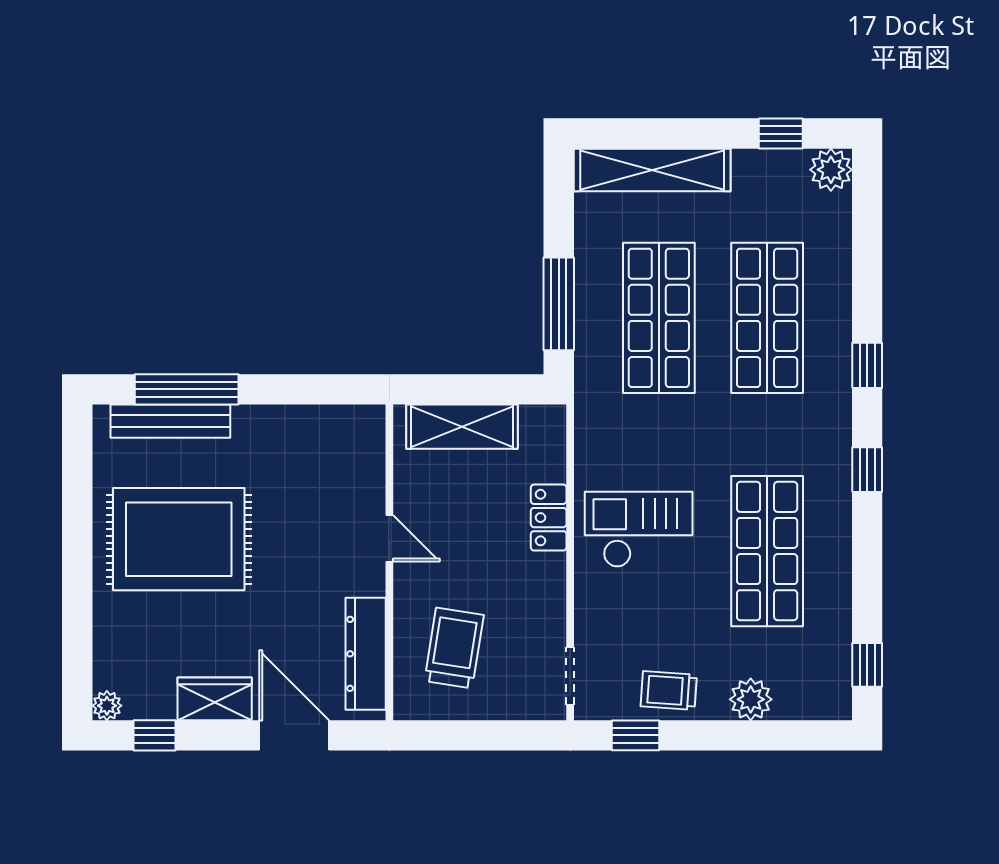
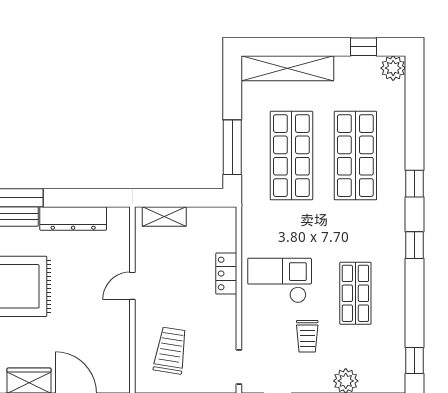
shelving: (462, 427) -> (164, 216), width x0.67, depth x0.75
door: (389, 538) -> (132, 286), swing flipped
shop shelf: (767, 551) -> (355, 293), width x0.70, depth x0.74
dresser: (366, 654) -> (73, 218), moved, turned -90
trolley: (669, 691) -> (307, 336), moved, turned -94

